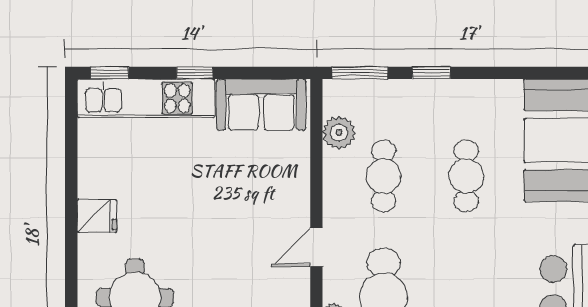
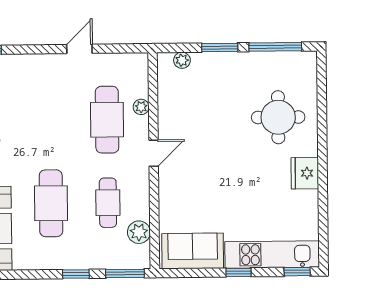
cafe table: (466, 176) -> (51, 203), width x1.37, depth x1.35
fridge: (97, 216) -> (305, 173), width x1.38

